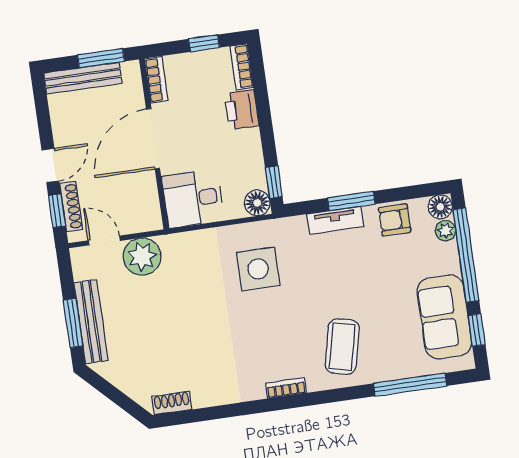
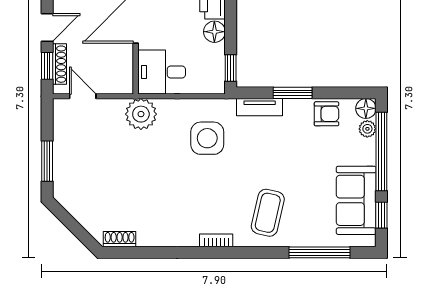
floor lamp: (257, 203) -> (214, 32), moved
tv unit: (335, 220) -> (260, 107), moved
armchair: (395, 220) -> (326, 114), turned 180
plant: (142, 257) -> (141, 114), moved
bench: (91, 322) -> (62, 162), removed

